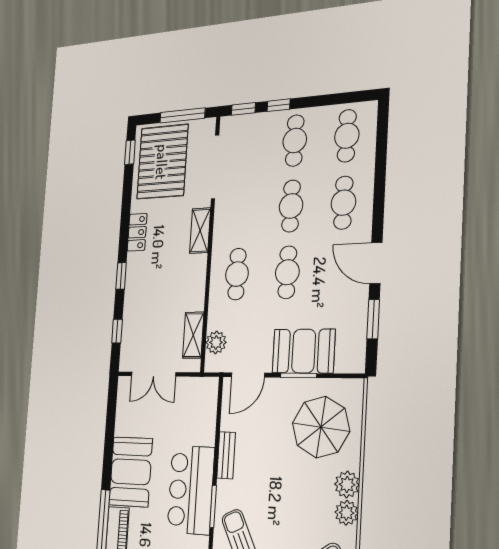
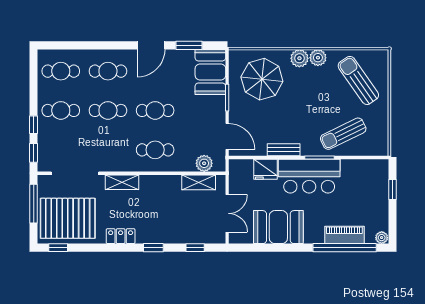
booth: (304, 351) -> (210, 72), moved
fridge: (203, 428) -> (265, 169), added
booth: (131, 472) -> (278, 227), moved

